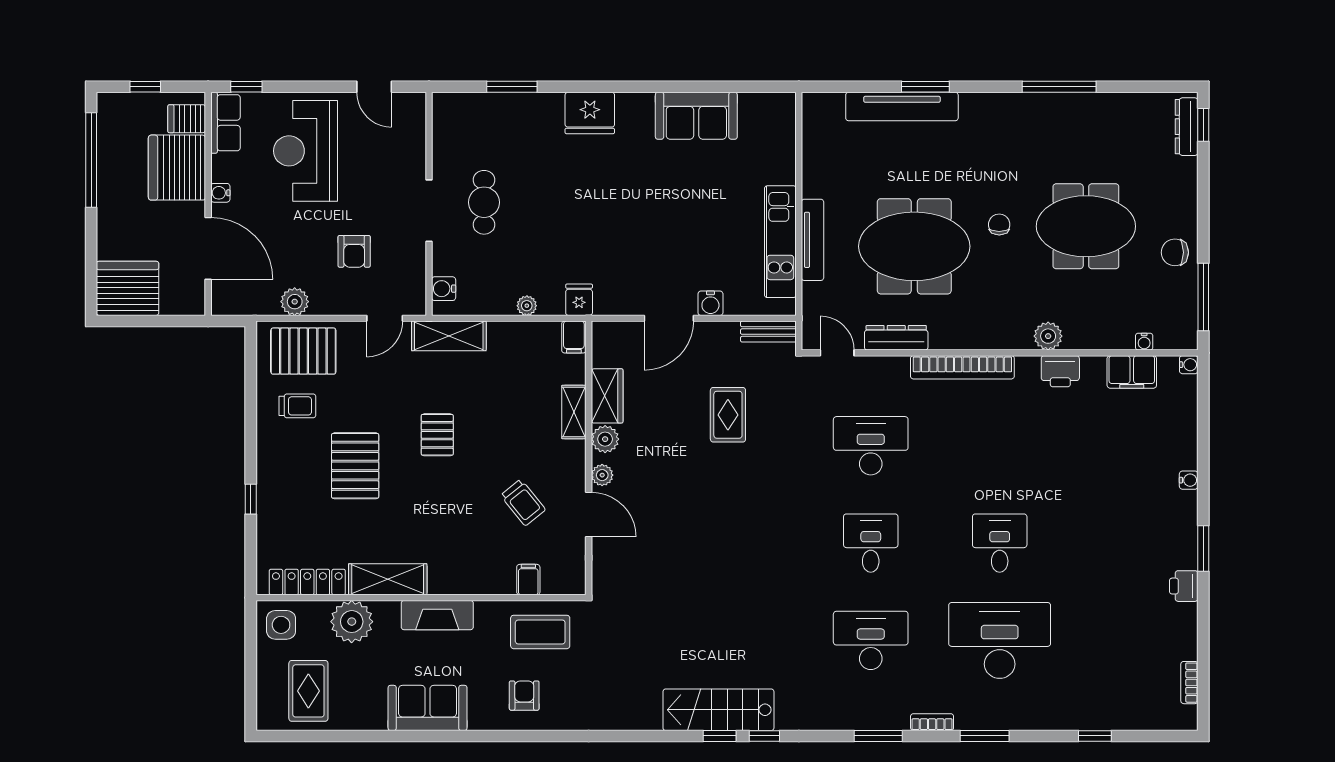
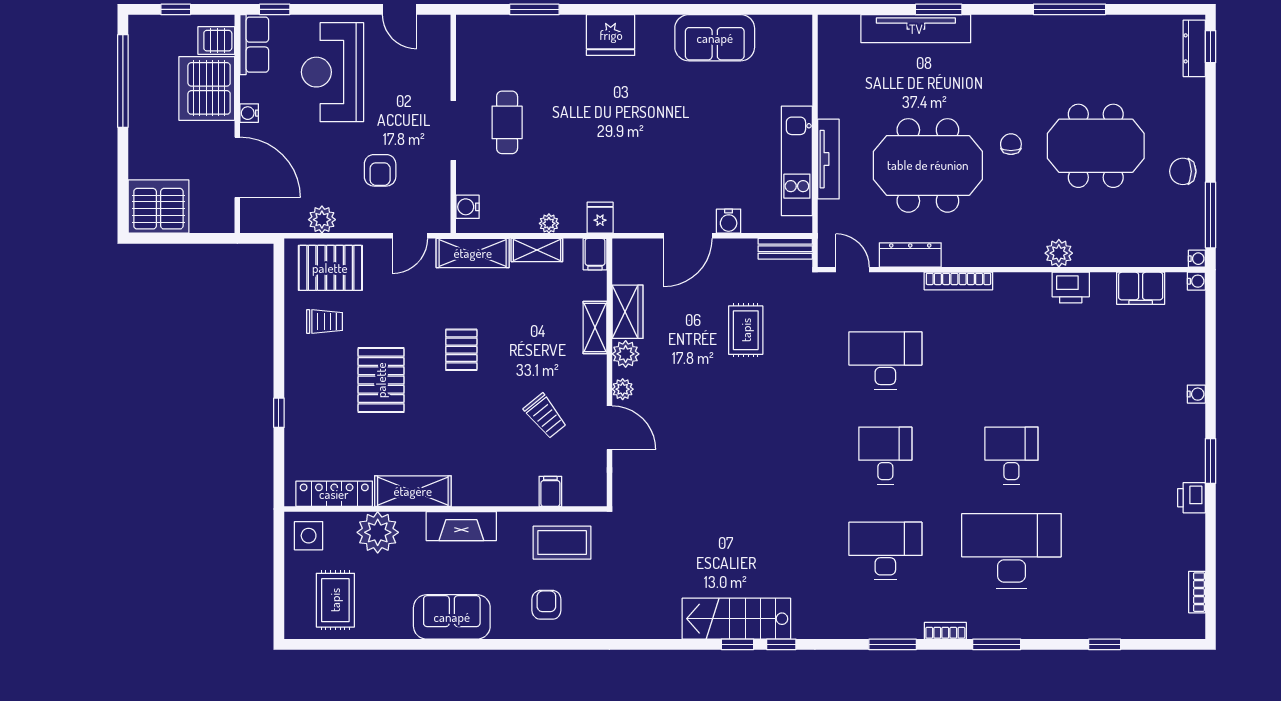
shelving: (515, 333) -> (537, 250), added
water cooler: (1144, 342) -> (1197, 259), moved, turned -90
bookcase: (962, 367) -> (958, 281), width x0.68, depth x0.76

